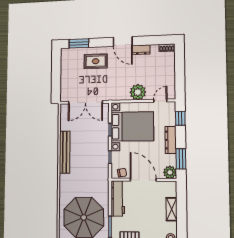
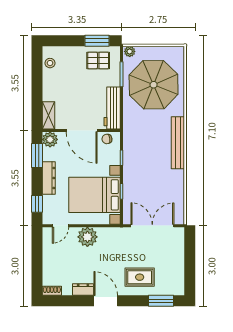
bench: (65, 152) -> (178, 143), moved
shelving: (172, 209) -> (49, 115), moved

